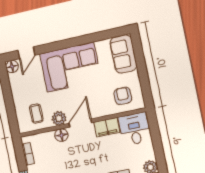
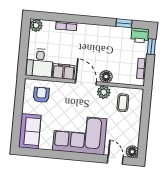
door: (26, 53) -> (115, 160), hinge flipped
armchair: (123, 96) -> (41, 95), turned 180
door: (80, 123) -> (86, 82), swing flipped

